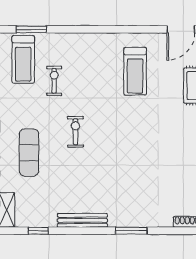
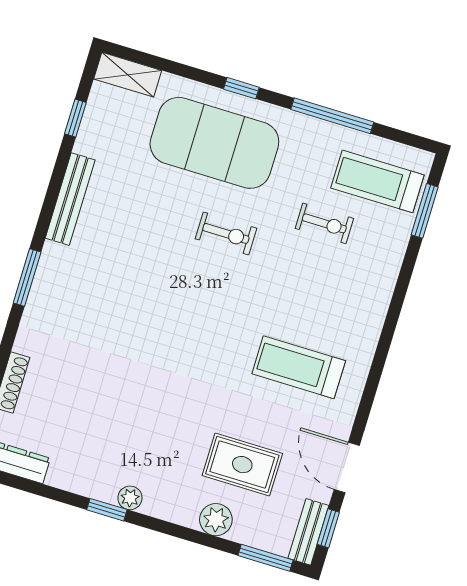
exercise mat: (29, 153) -> (214, 143), width x2.00, depth x1.45

